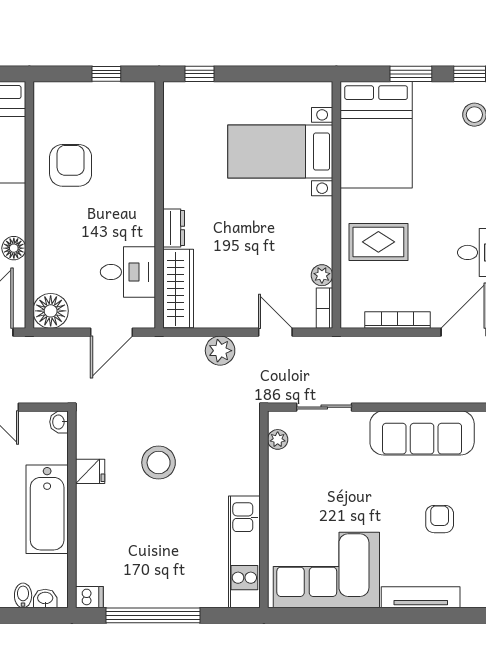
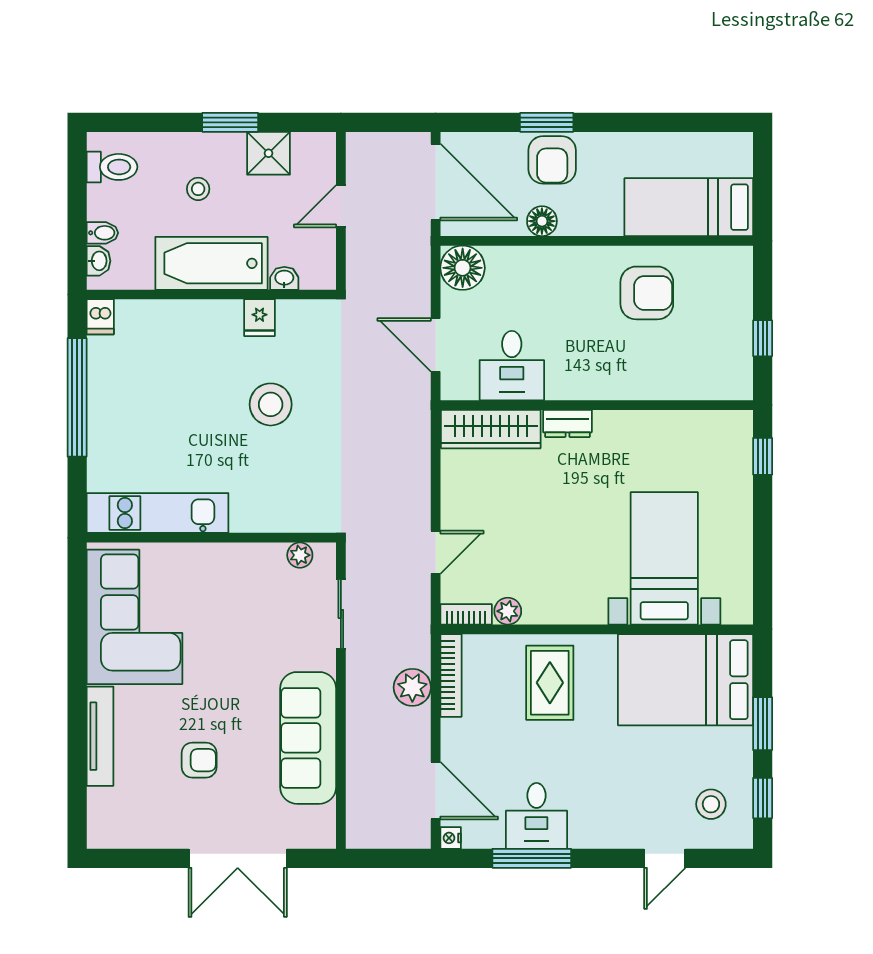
bookcase: (398, 320) -> (451, 675), moved
plant: (220, 351) -> (412, 687), moved
washbasin: (59, 422) -> (284, 278), moved

